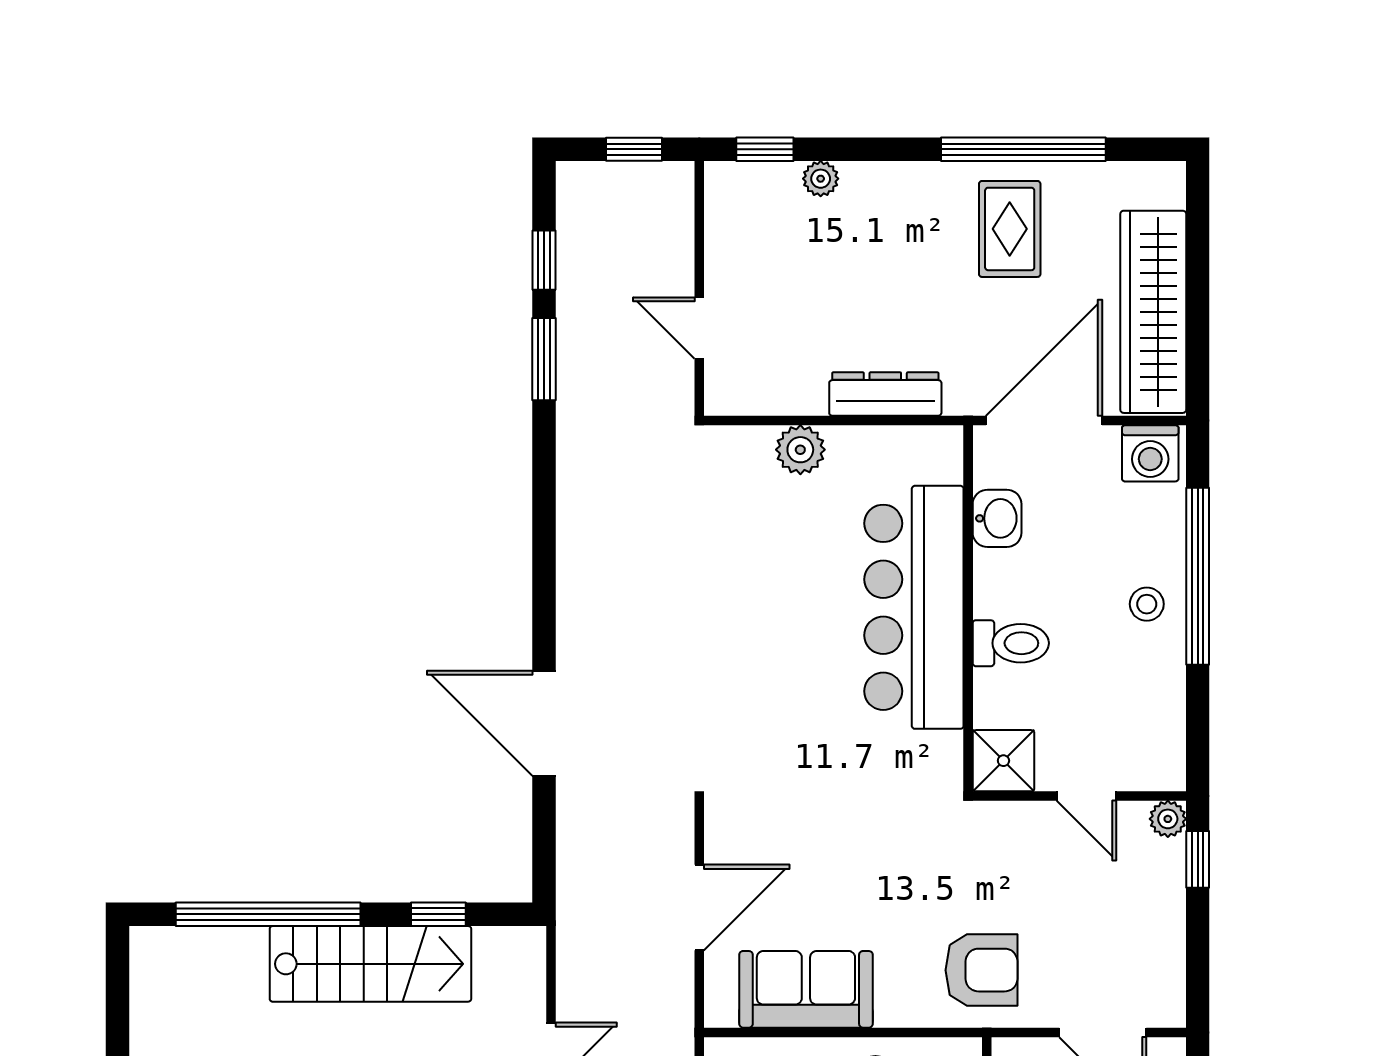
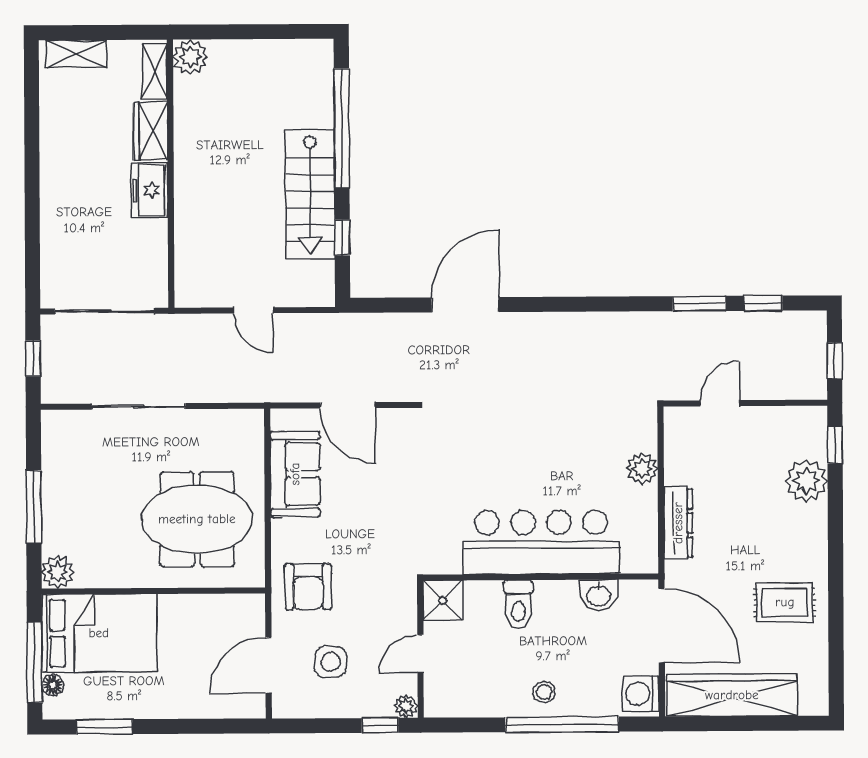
window: (1023, 149) -> (836, 611), removed
plant: (821, 179) -> (806, 481), width x1.88, depth x1.88
side table: (1098, 936) -> (331, 662), added

